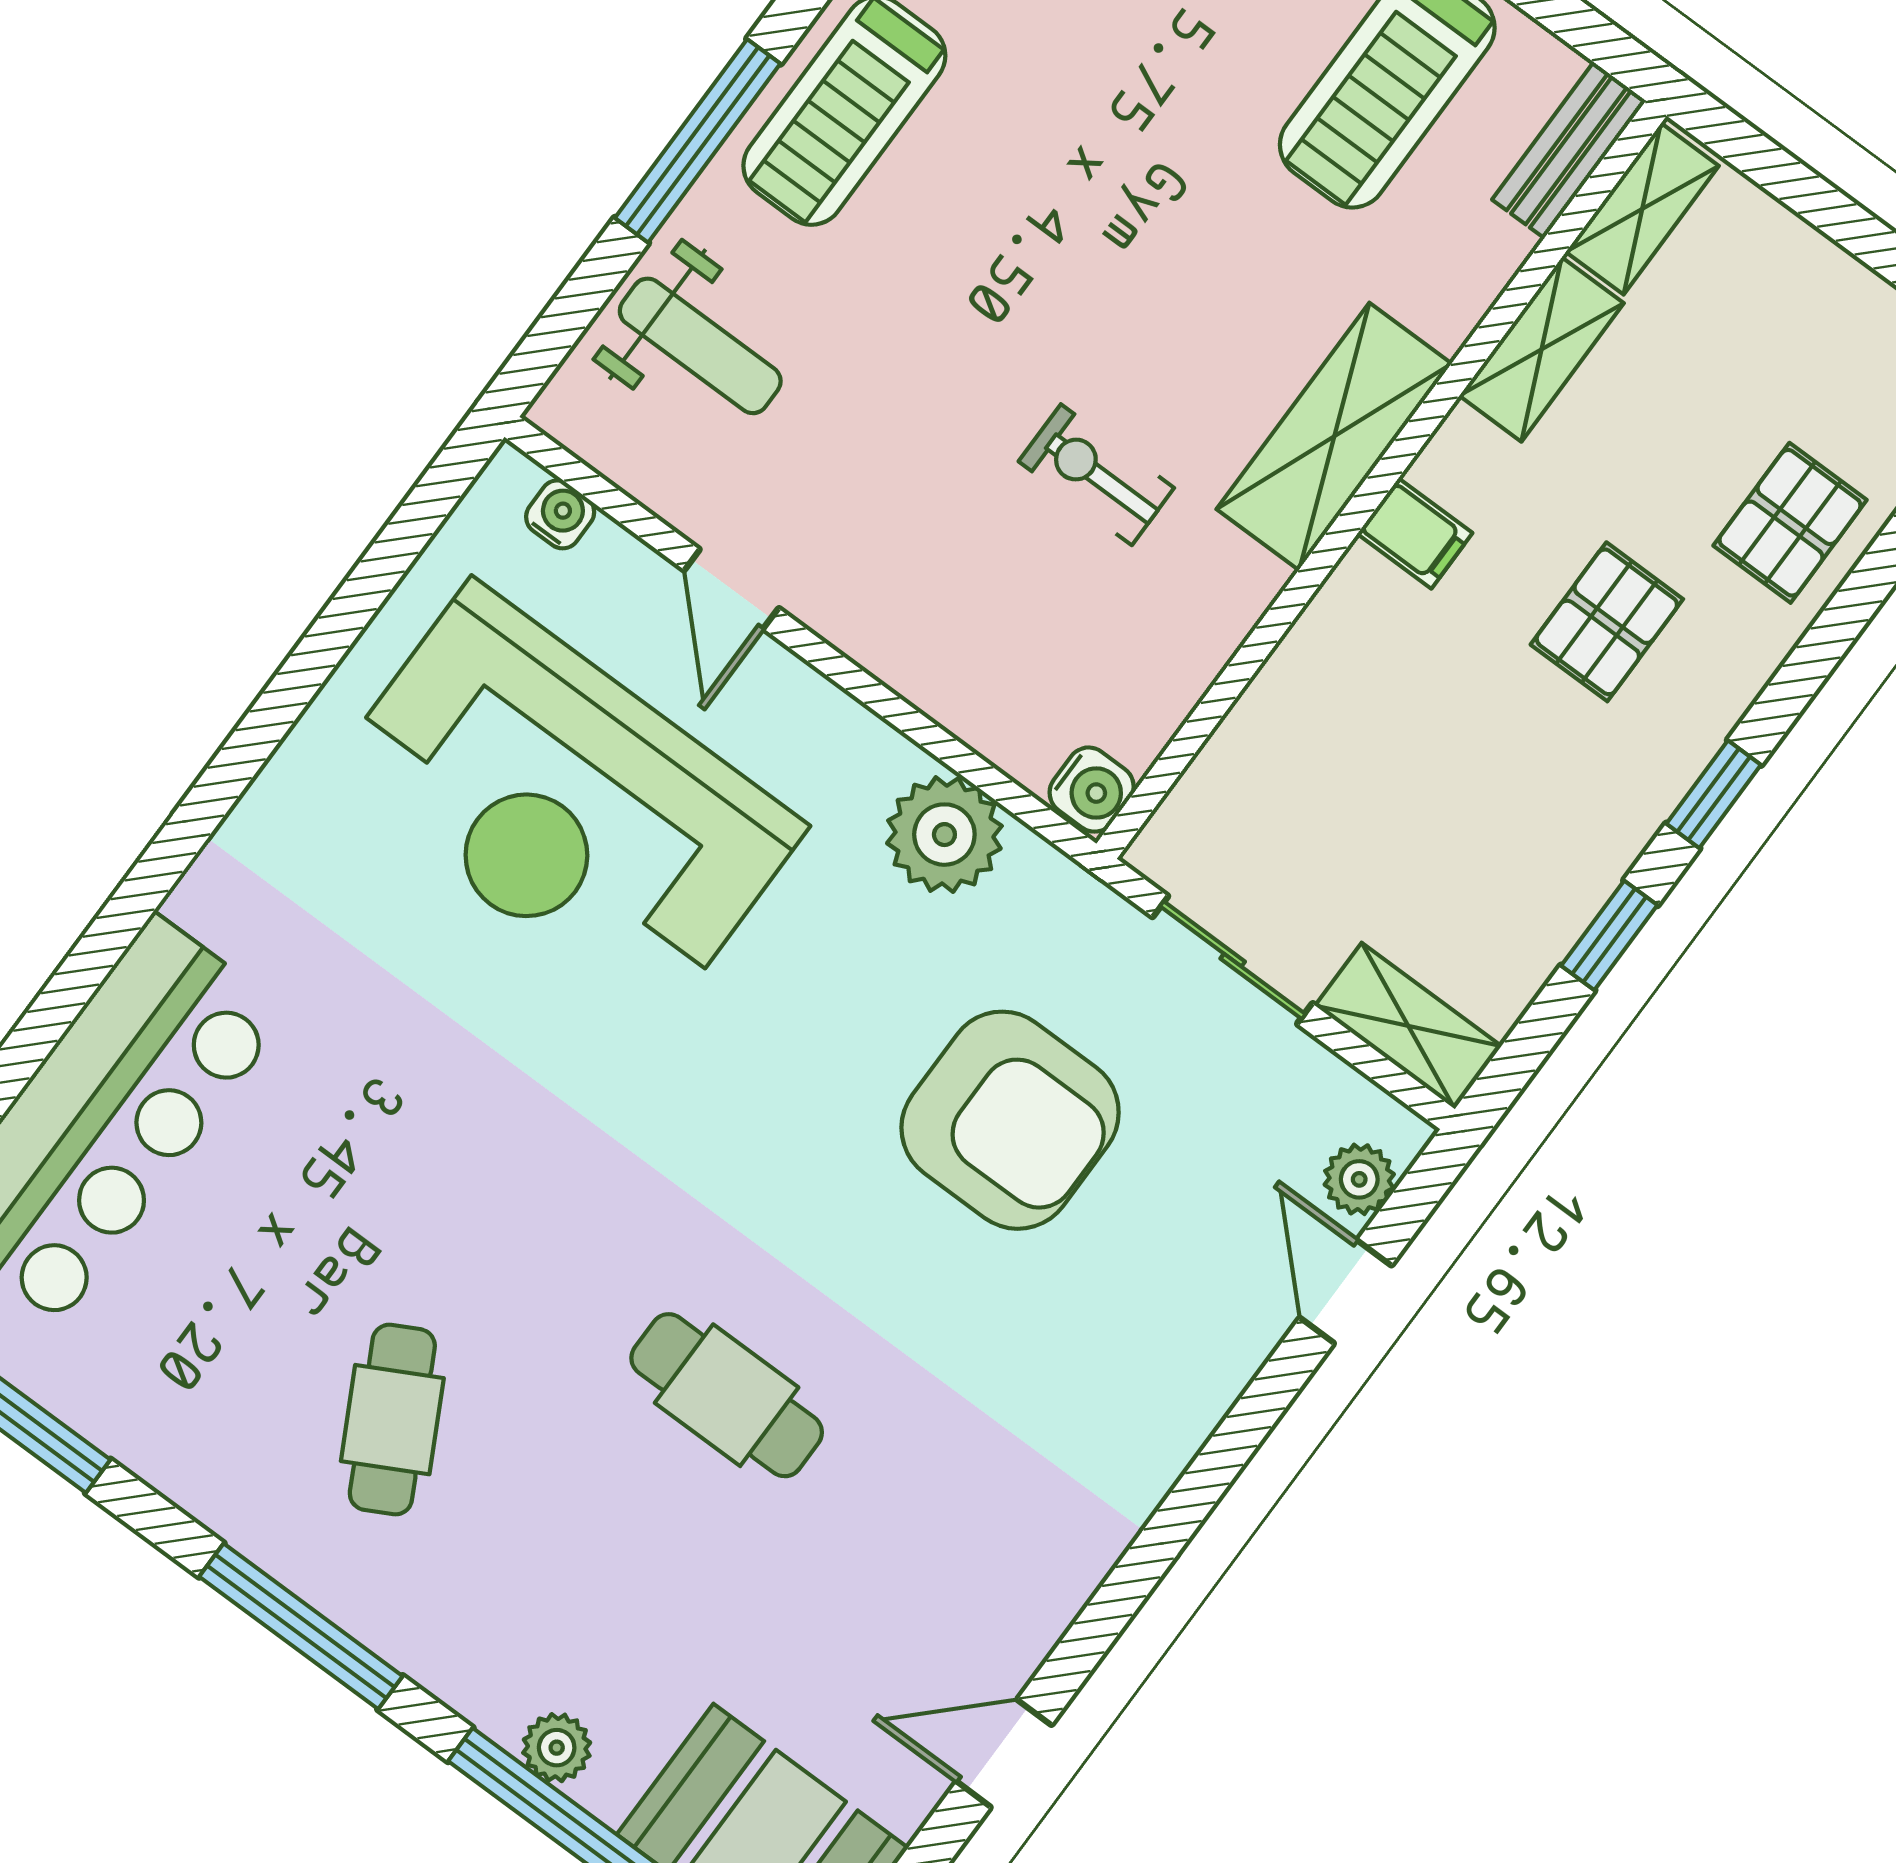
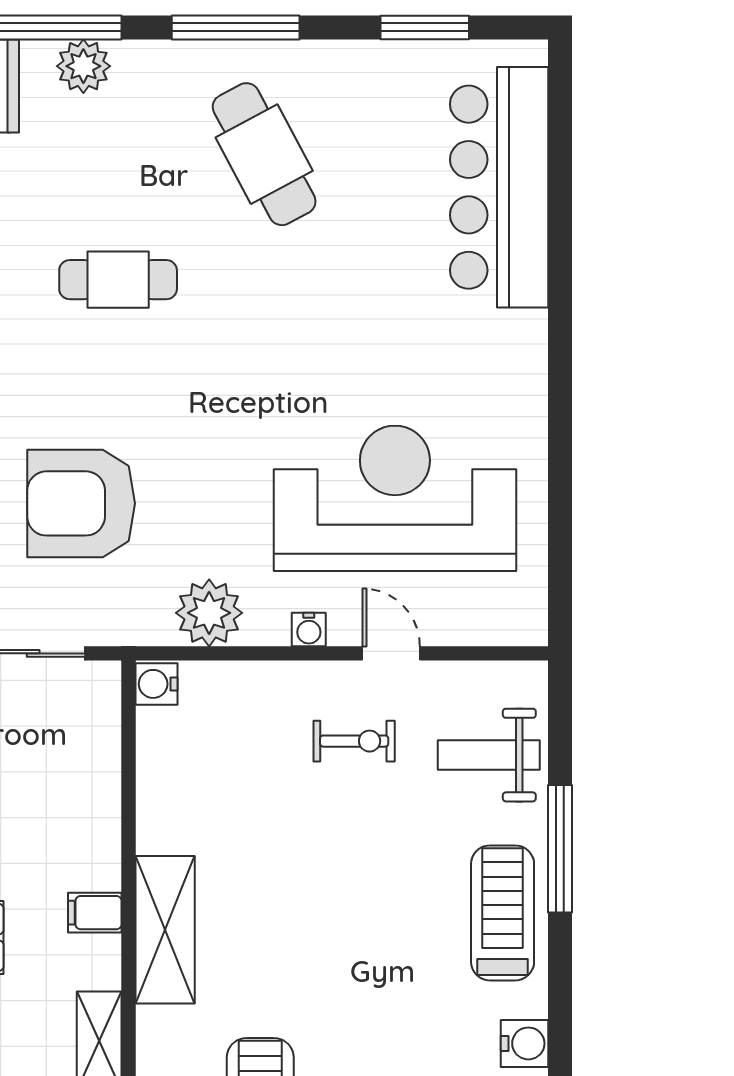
exercise bike: (1096, 475) -> (354, 741), moved
water cooler: (560, 514) -> (309, 629), moved
cafe table: (392, 1420) -> (264, 154), width x1.37, depth x1.35
plant: (557, 1748) -> (83, 66), width x1.38, depth x1.38

